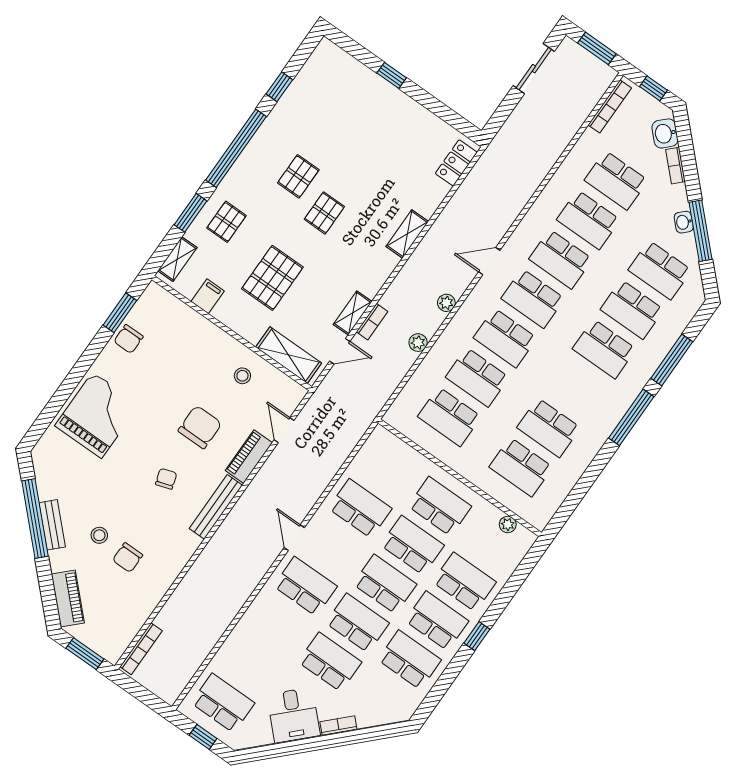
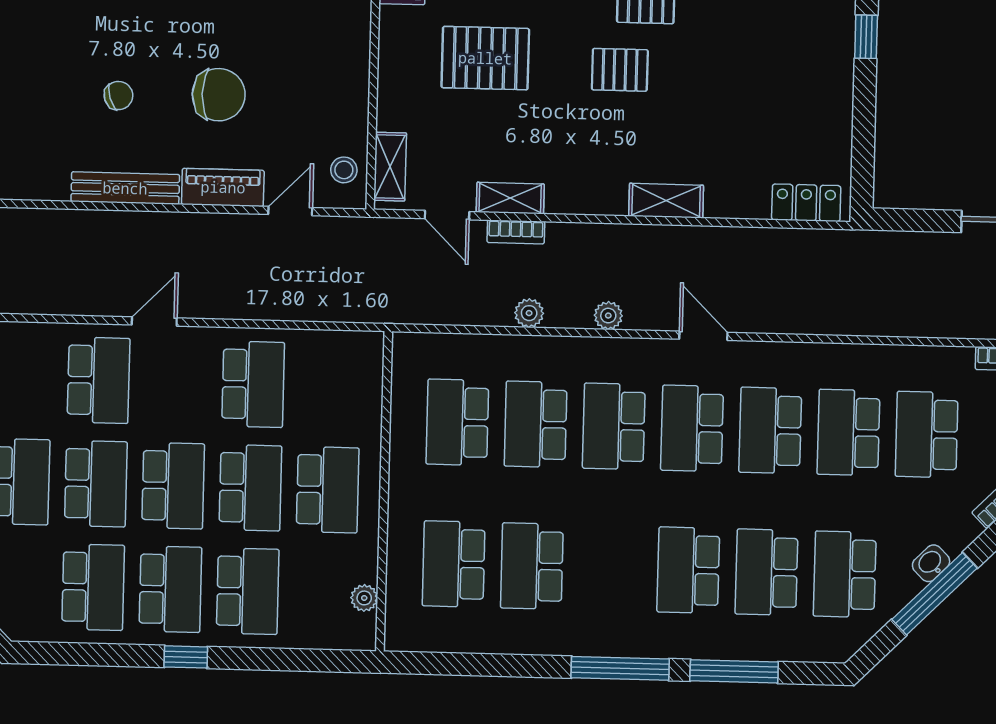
shelving: (289, 355) -> (390, 167), width x0.67, depth x0.75
stool: (242, 376) -> (344, 170), moved

